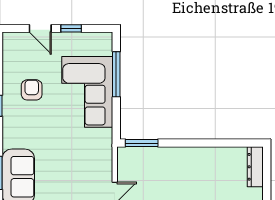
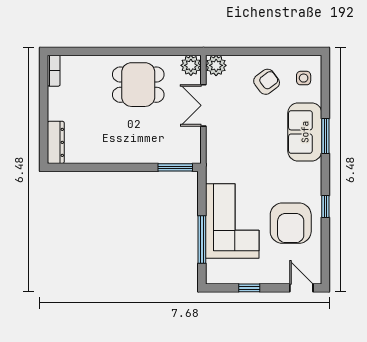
door: (40, 28) -> (301, 288), moved
armchair: (32, 90) -> (291, 223), width x1.88, depth x1.88

